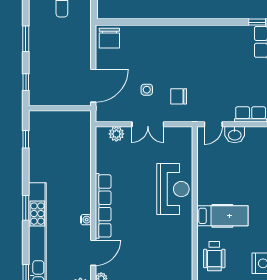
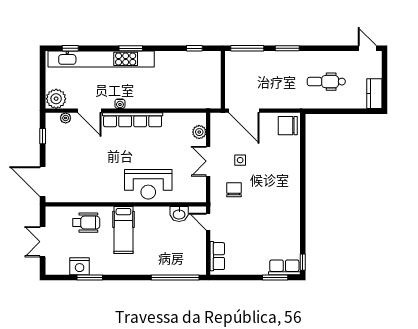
window: (26, 82) -> (247, 48), width x2.17
washbasin: (235, 135) -> (179, 214), moved, turned -90
wheelchair: (214, 256) -> (86, 223), turned 180

